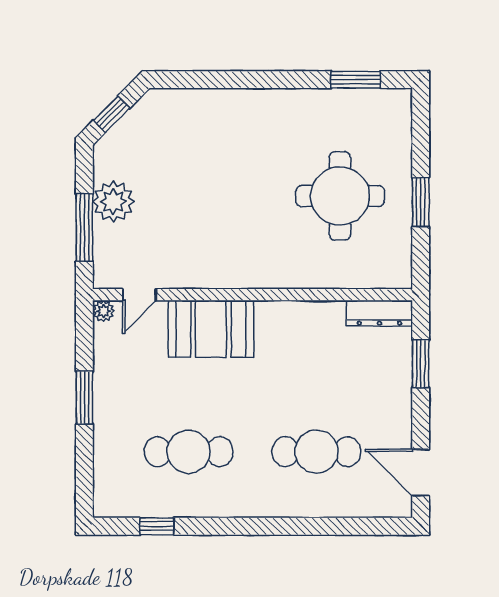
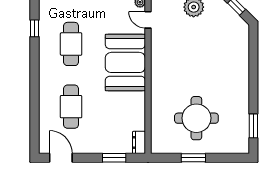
dresser: (379, 313) -> (139, 142), width x0.70
booth: (211, 329) -> (125, 62), width x1.36, depth x1.42
door: (421, 473) -> (61, 158), hinge flipped

